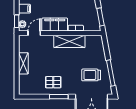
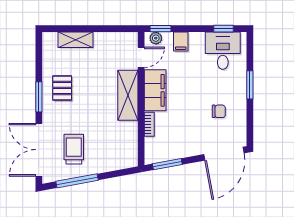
door: (34, 33) -> (141, 57), hinge flipped
shelving: (69, 41) -> (128, 95), moved
shelving: (23, 63) -> (75, 40), moved

